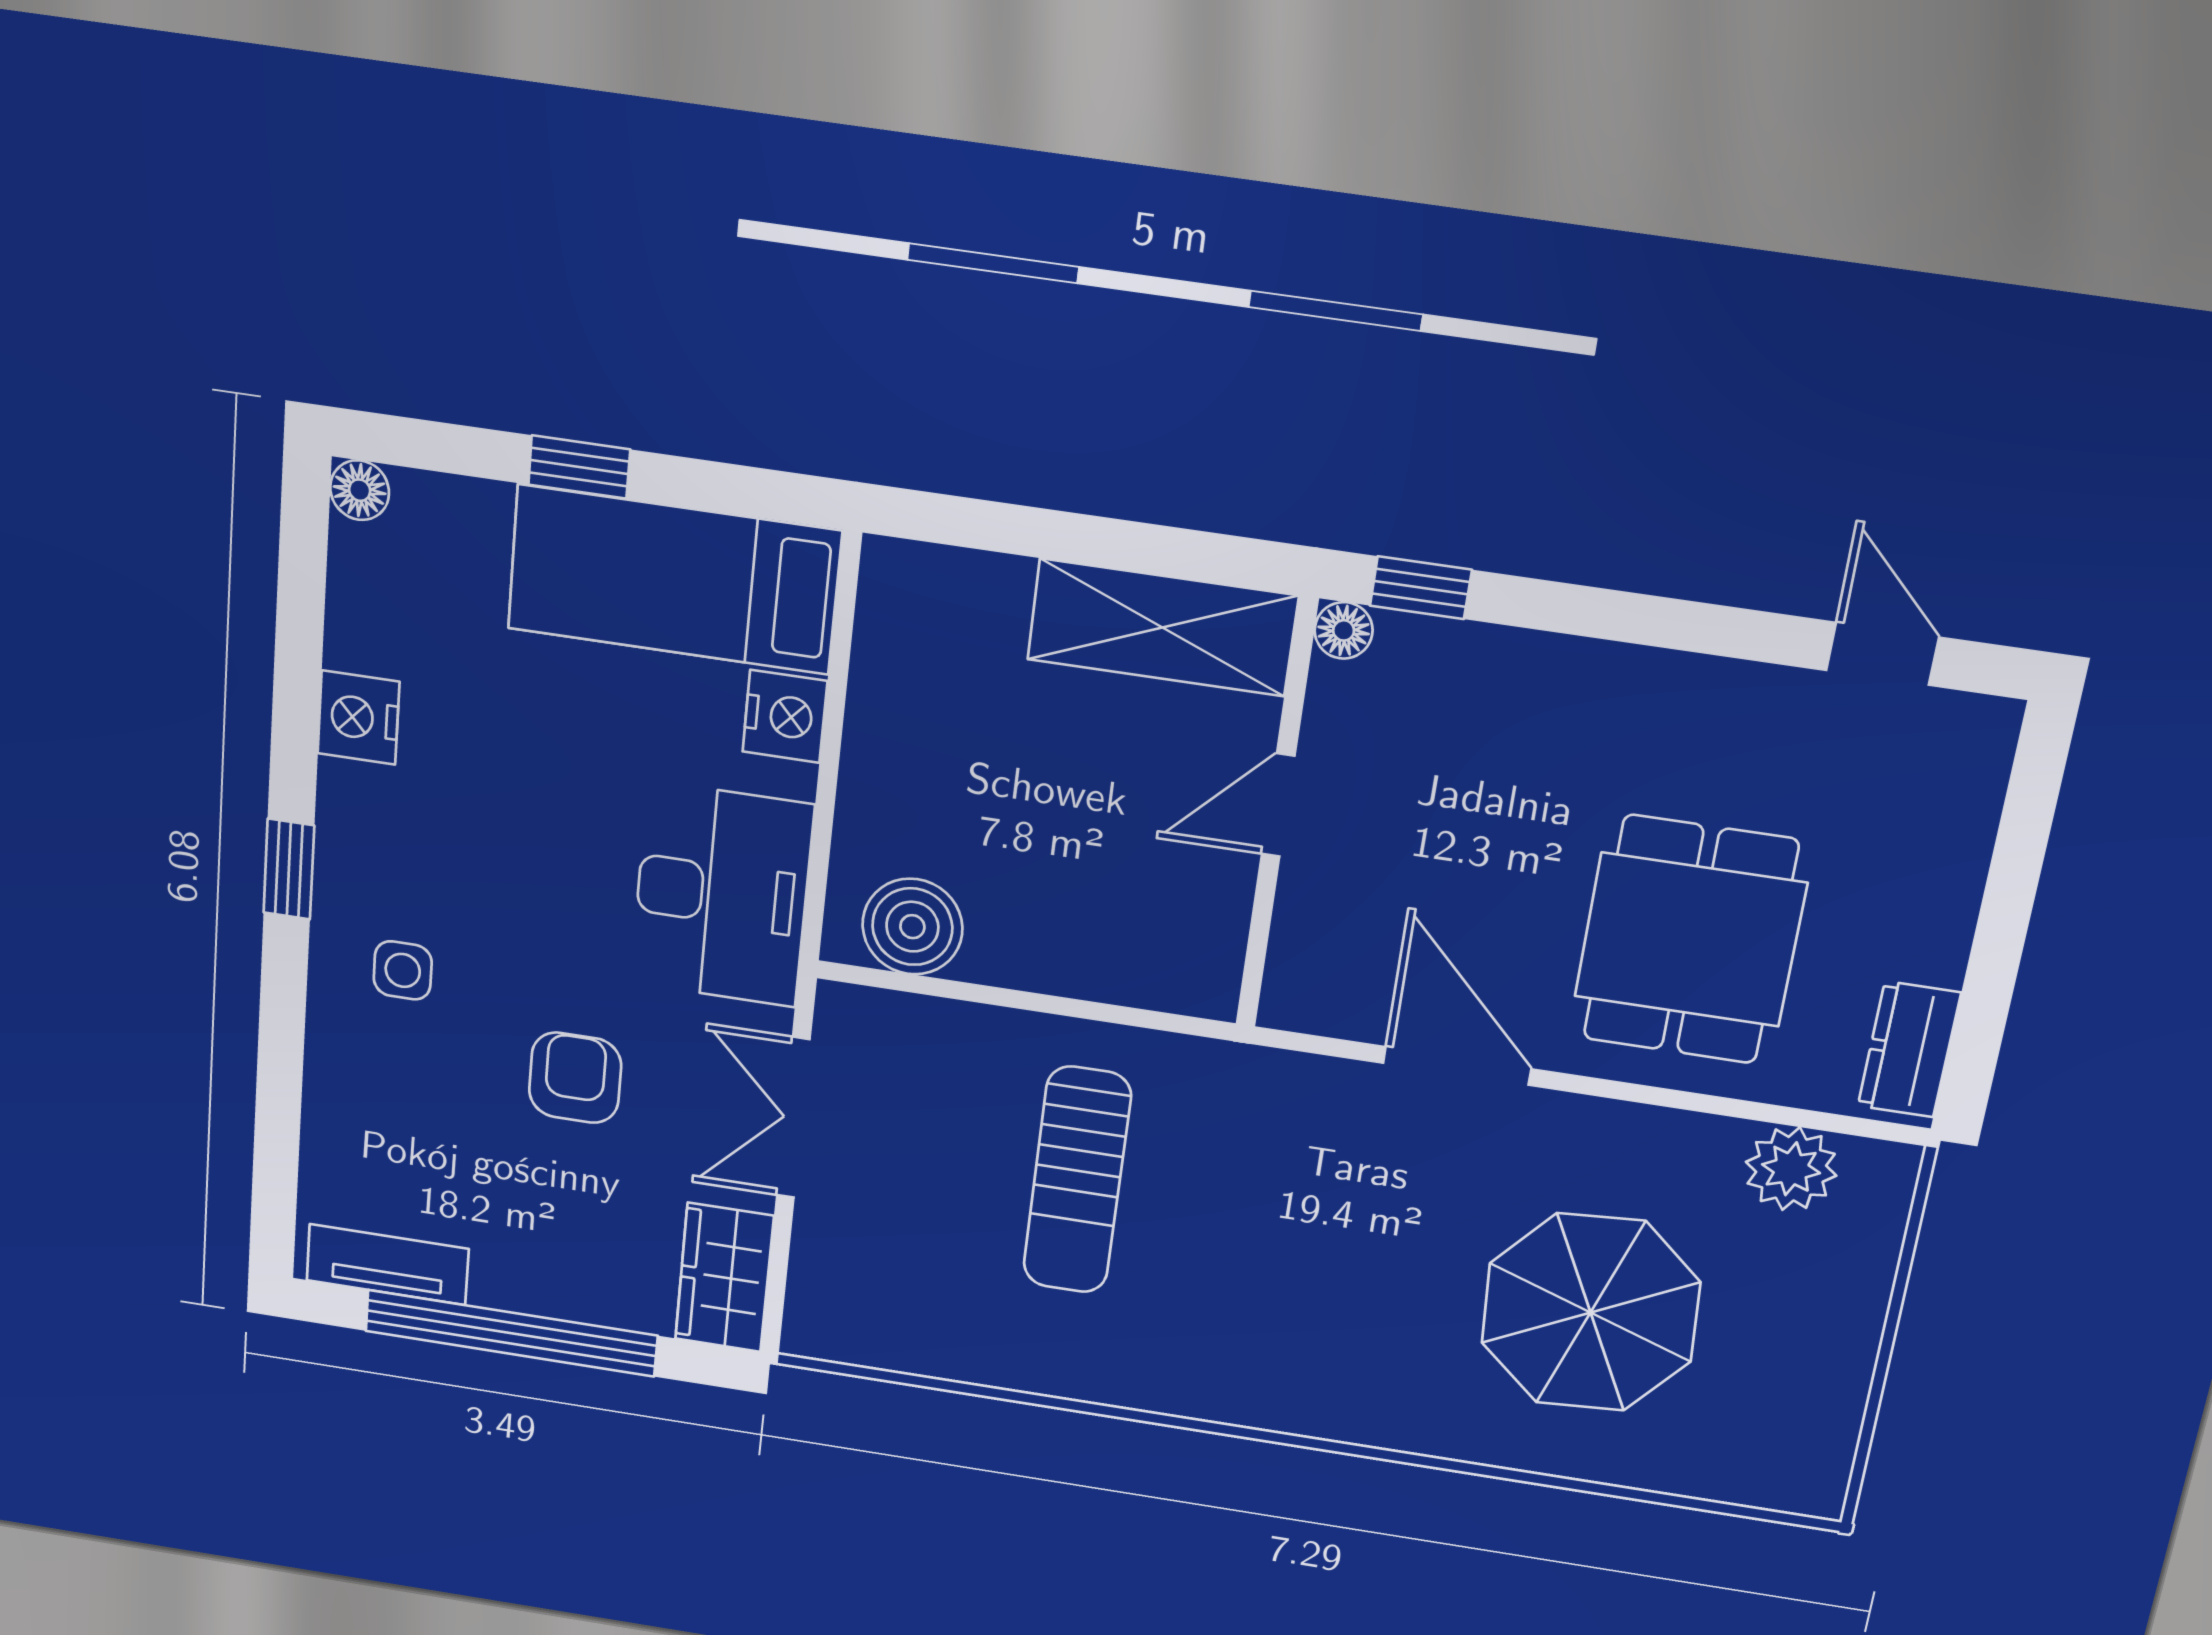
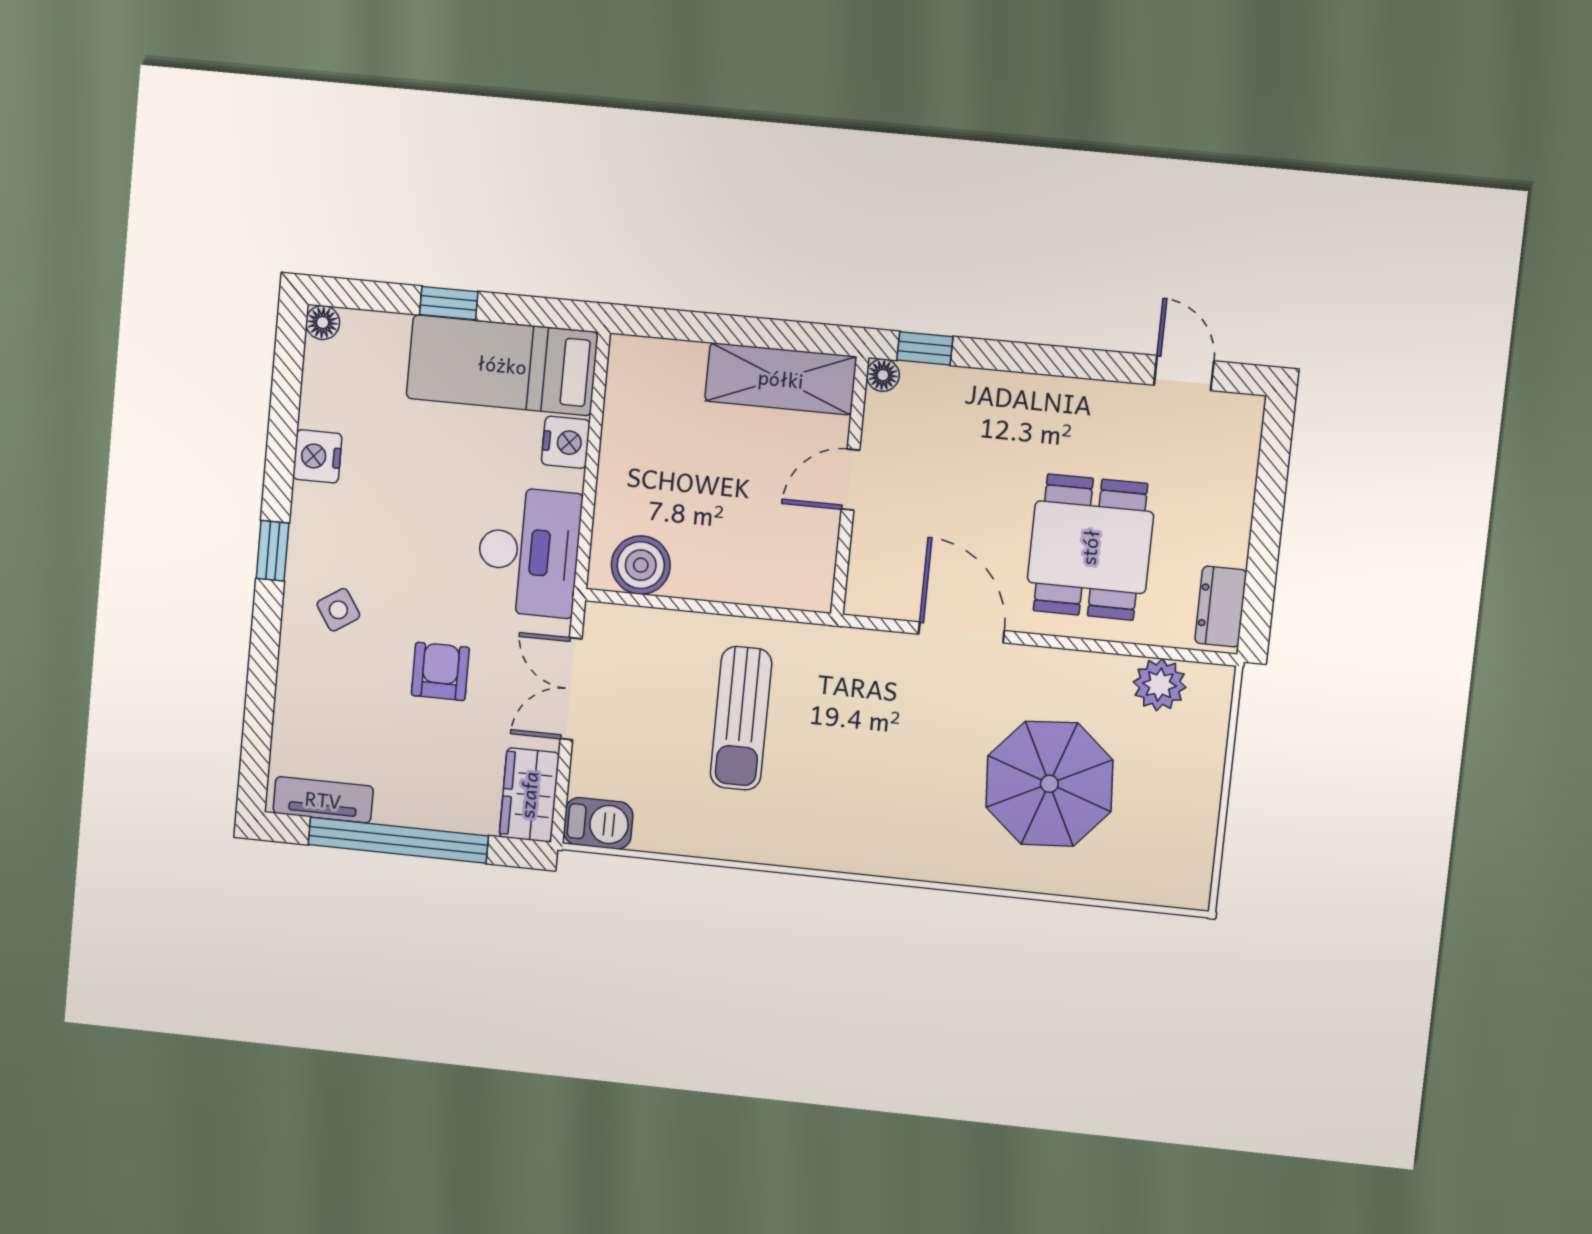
side table: (403, 970) -> (338, 610), turned -33
barbecue: (837, 1328) -> (598, 823), added

